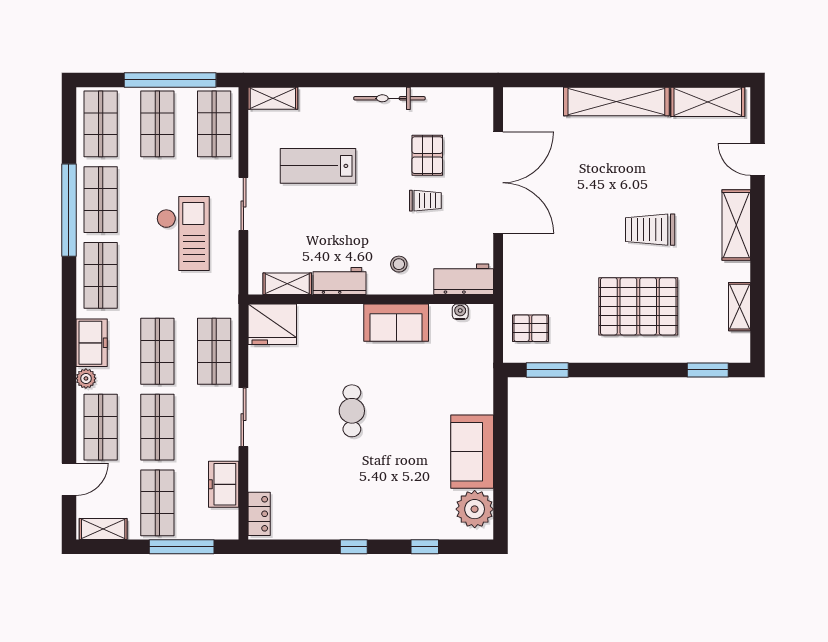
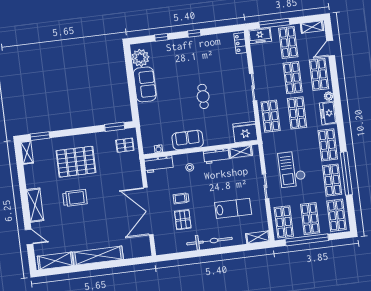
bicycle: (389, 98) -> (209, 241), width x1.37, depth x1.40
shelving: (739, 307) -> (27, 152), moved
freezer: (224, 484) -> (260, 36), moved, turned 90

